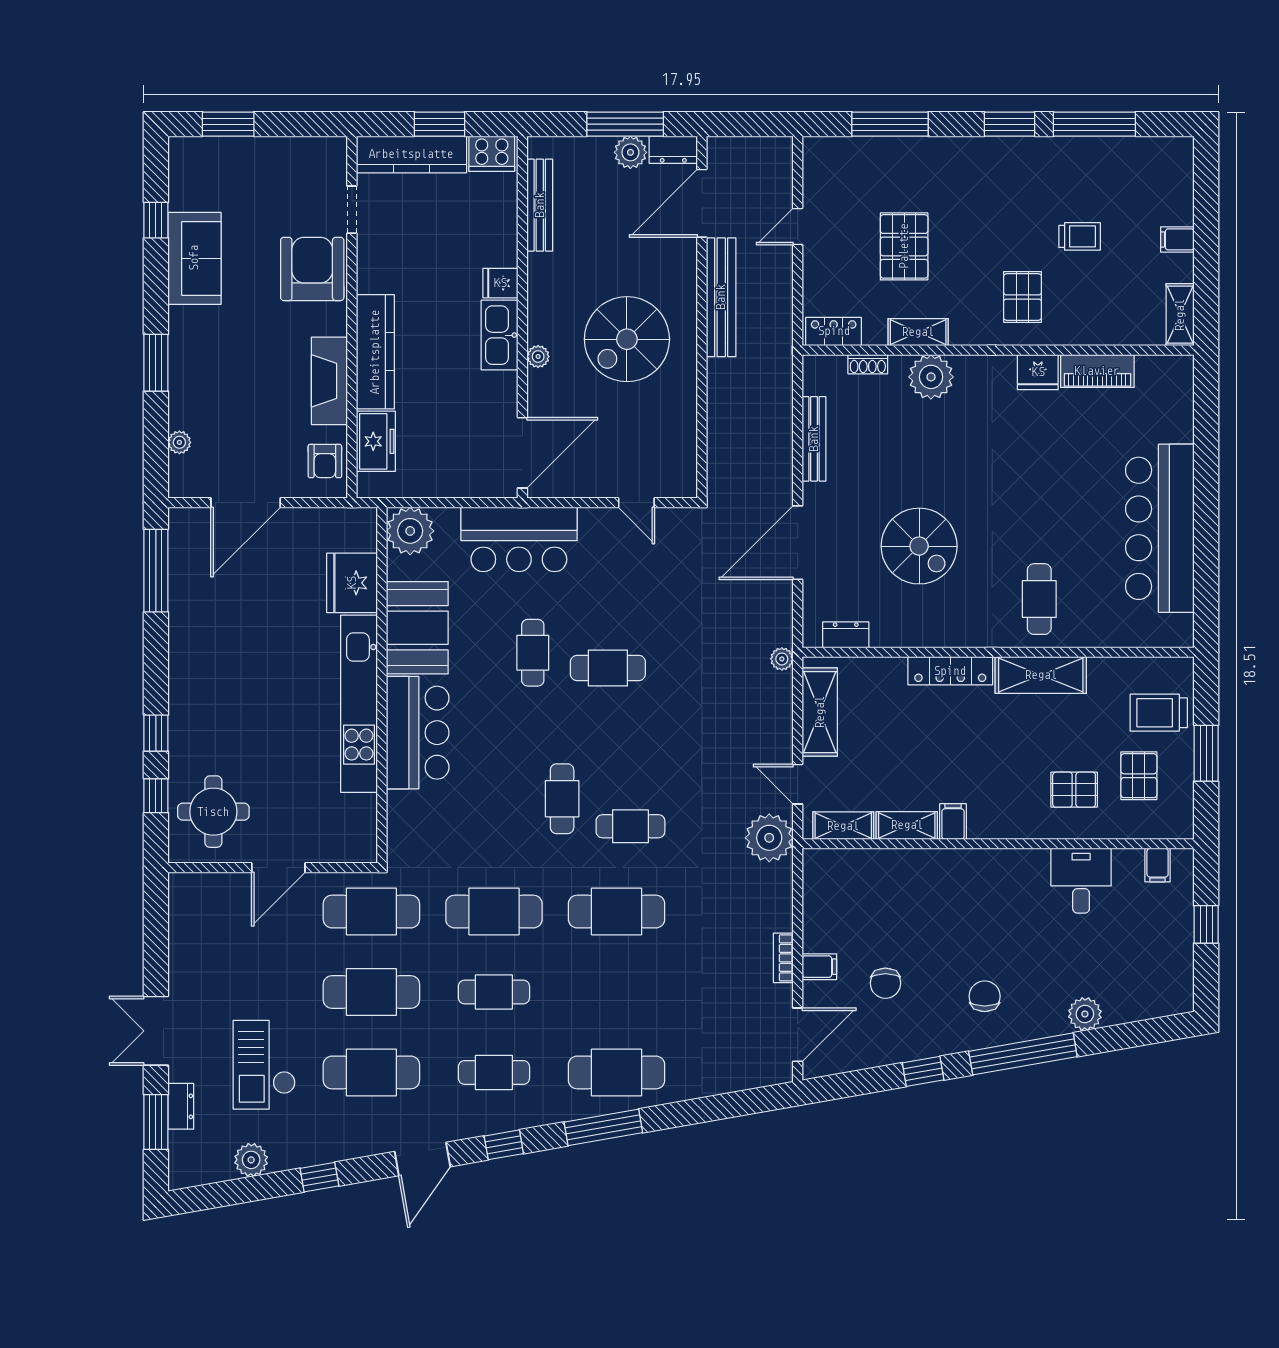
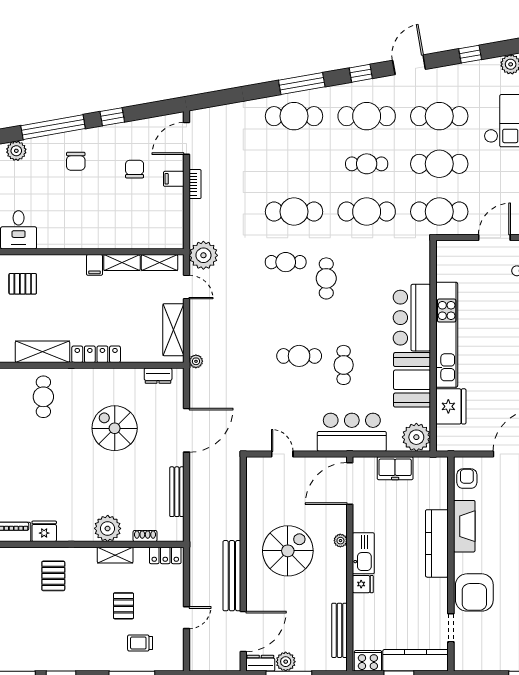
trolley: (1080, 236) -> (140, 643), moved
pallet: (904, 246) -> (123, 606), width x0.67, depth x0.71
freezer: (376, 441) -> (395, 468), moved, turned -90
cafe table: (494, 1072) -> (367, 116), width x1.37, depth x1.35

